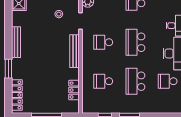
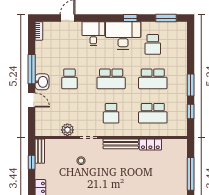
school desk: (103, 81) -> (153, 113), width x1.85
locker: (74, 90) -> (150, 144), moved

